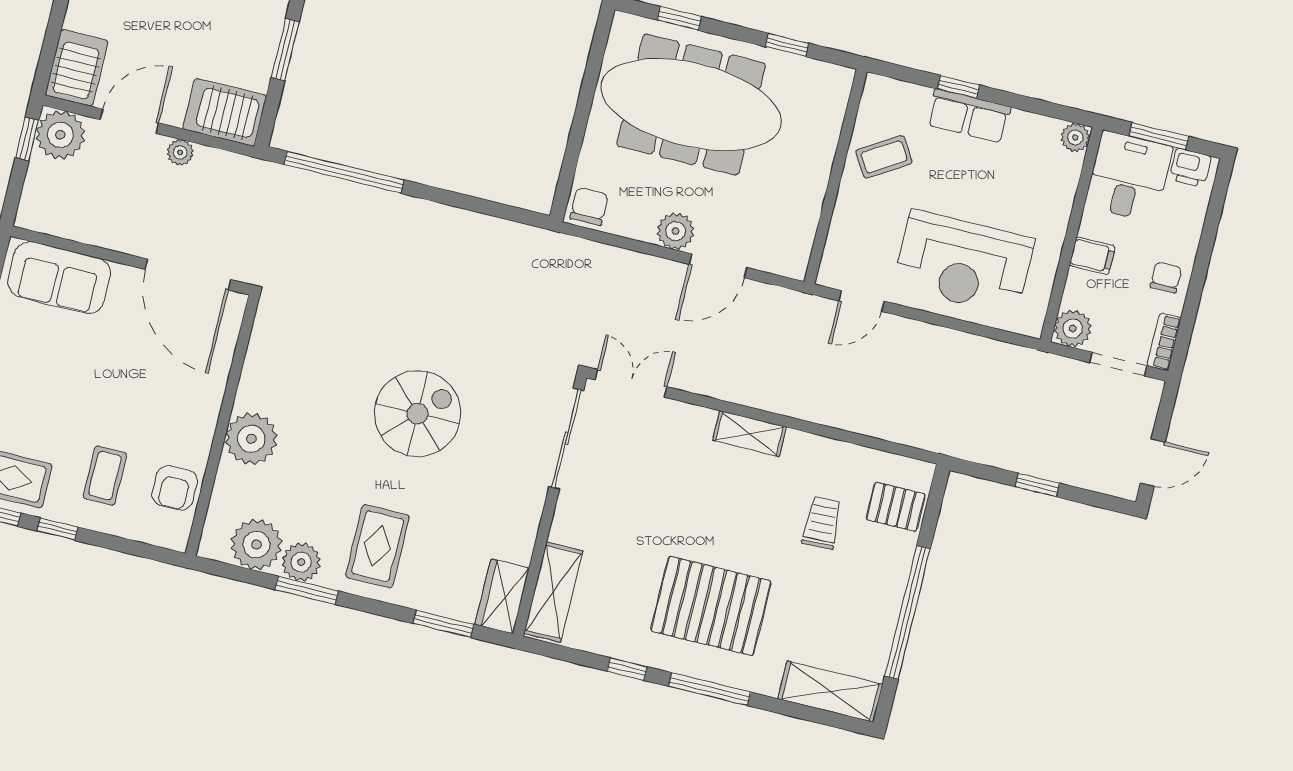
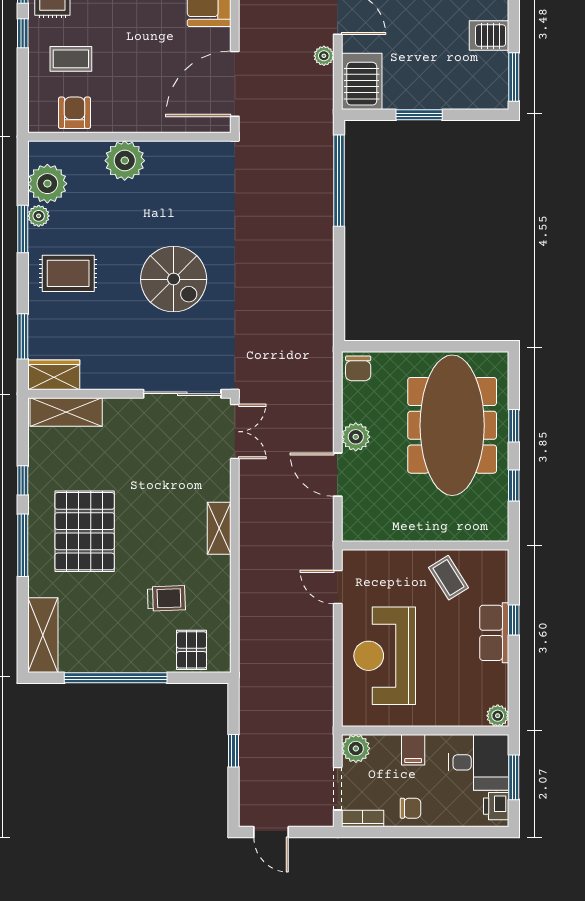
window: (679, 18) -> (514, 426), moved
chair: (589, 206) -> (358, 368), turned 90
armchair: (175, 488) -> (75, 113), turned 90
plant: (301, 562) -> (39, 216), width x0.73, depth x0.73

